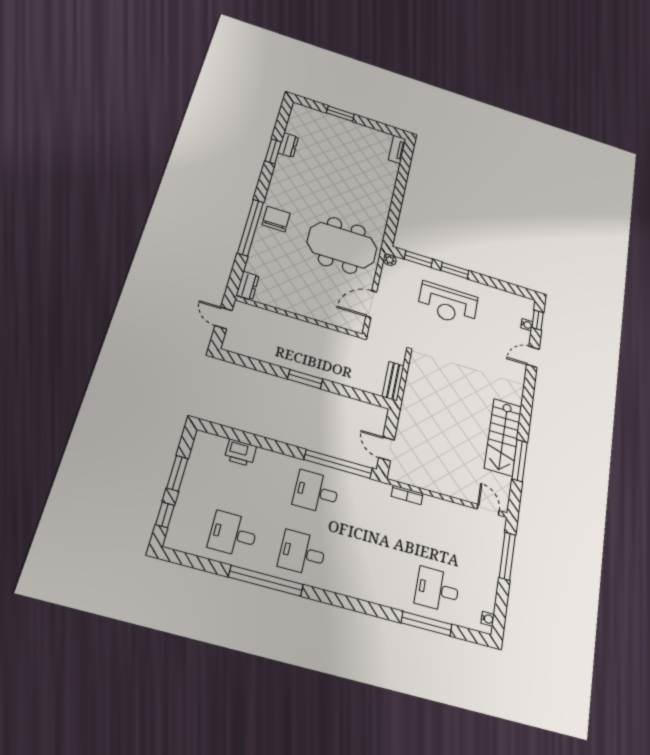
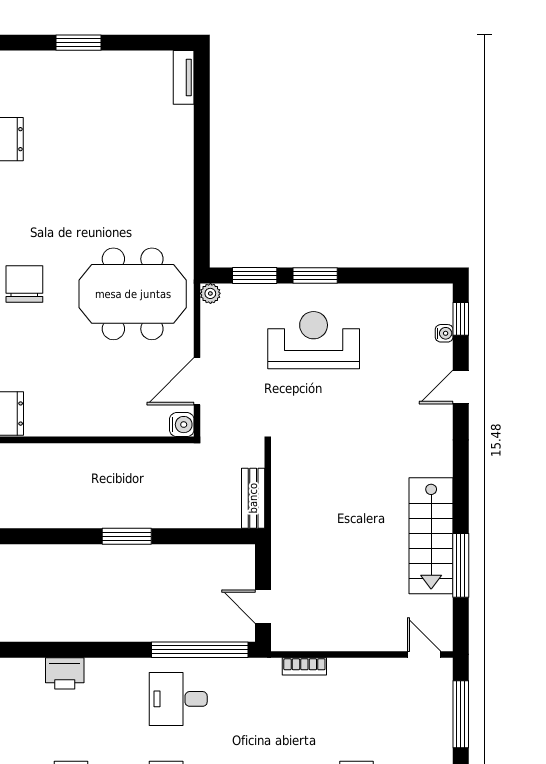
reception desk: (448, 304) -> (314, 340), turned 180
water cooler: (356, 325) -> (182, 425), added

